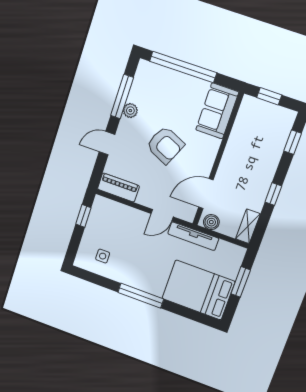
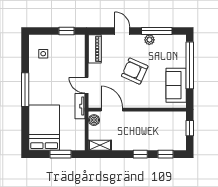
sofa: (217, 111) -> (176, 85), moved, turned -90
armchair: (165, 145) -> (135, 71), turned 90
window: (273, 194) -> (140, 154), moved
tv unit: (193, 236) -> (80, 106), width x0.71

